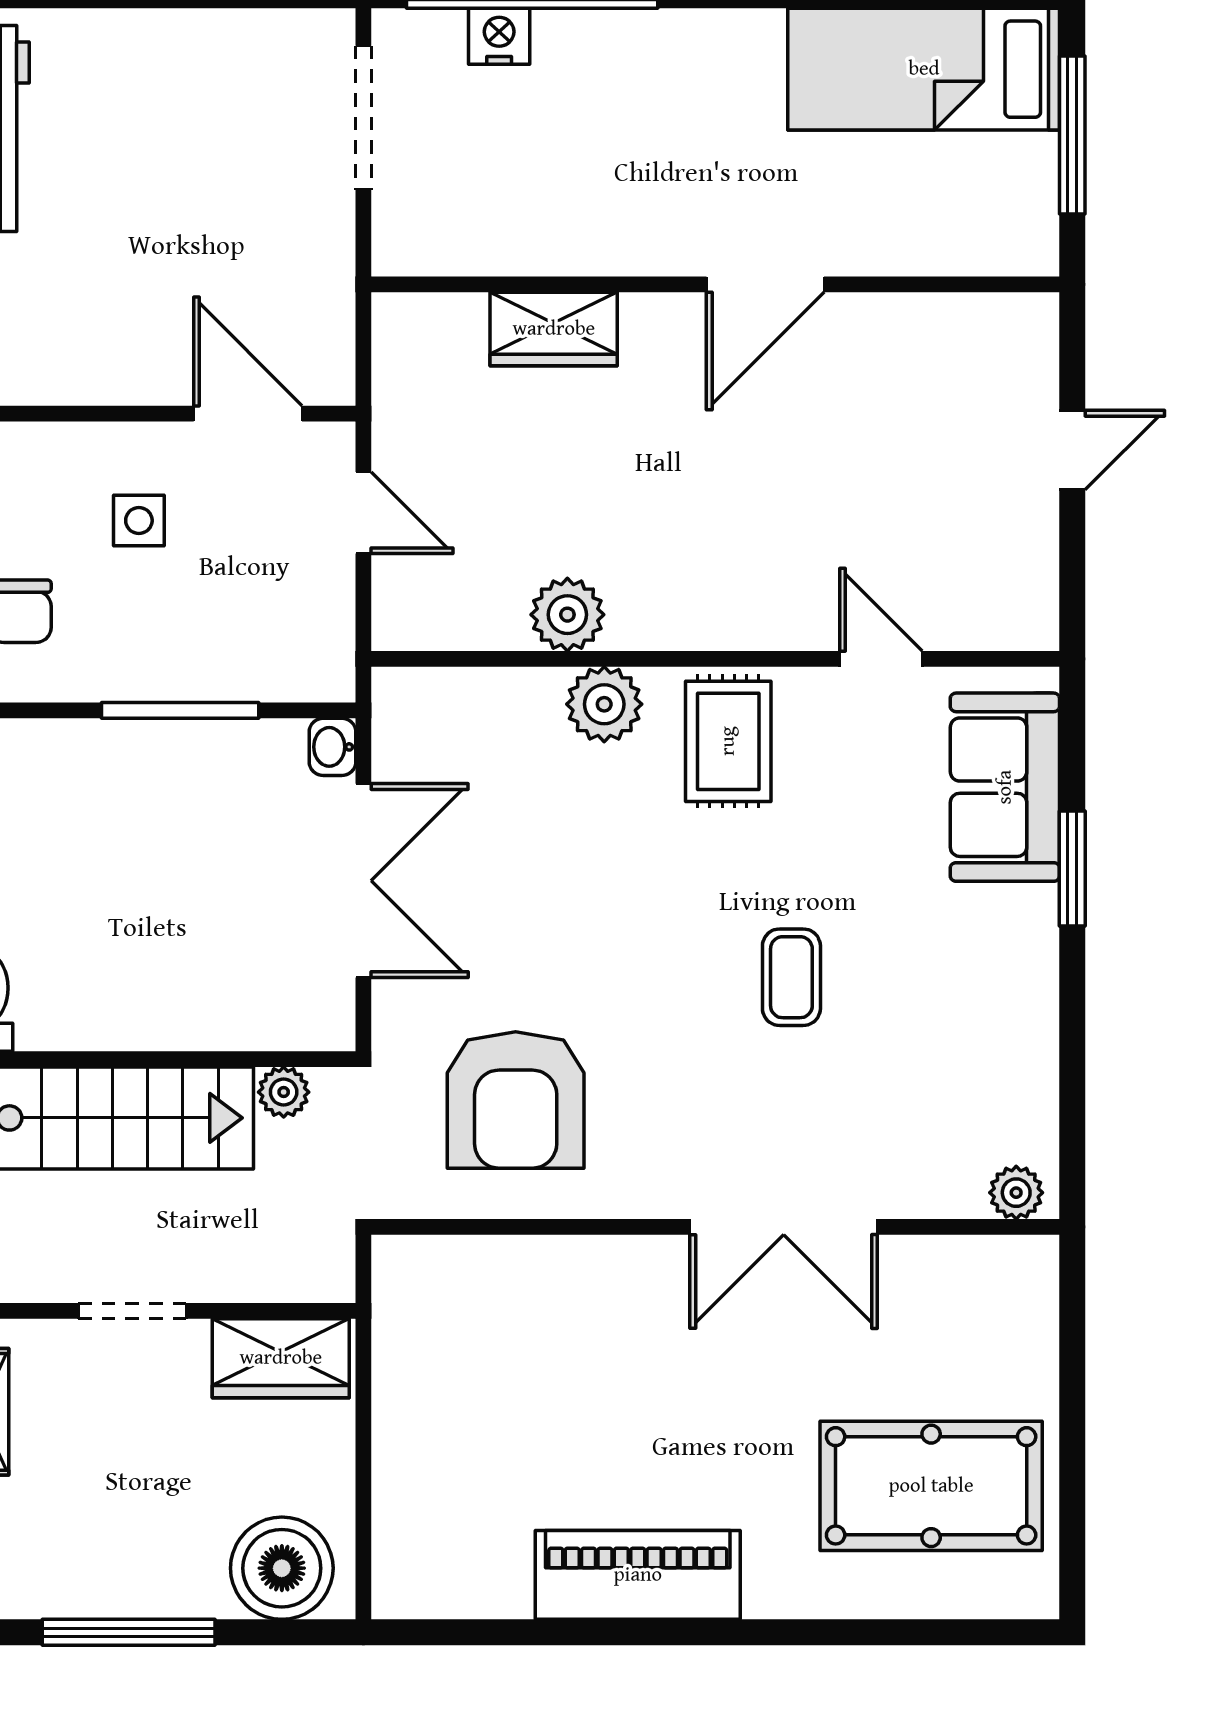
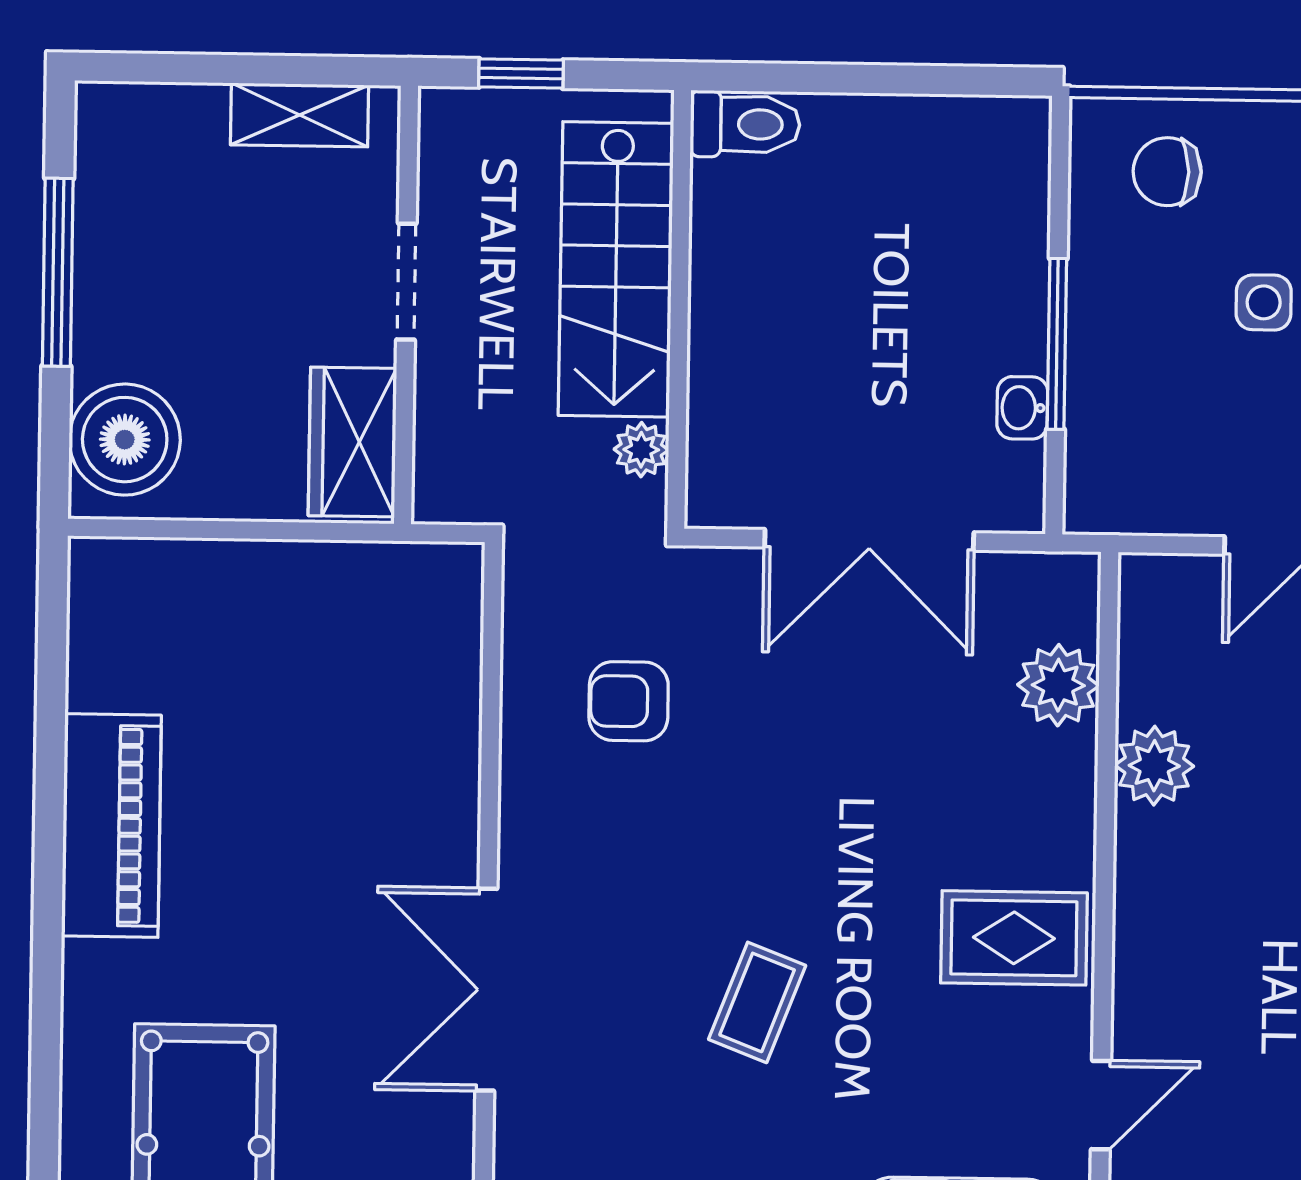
plant: (604, 704) -> (1058, 685), moved
washbasin: (332, 747) -> (1022, 408), moved, turned -90
coffee table: (791, 977) -> (757, 1002), turned -69
armchair: (516, 1100) -> (629, 701), width x0.53, depth x0.53

